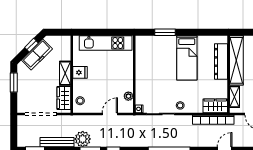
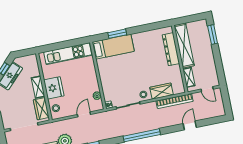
bed: (187, 58) -> (113, 47), moved, turned -90
fridge: (80, 72) -> (54, 88), width x1.88, depth x1.34
wardrobe: (215, 106) -> (162, 91), moved

